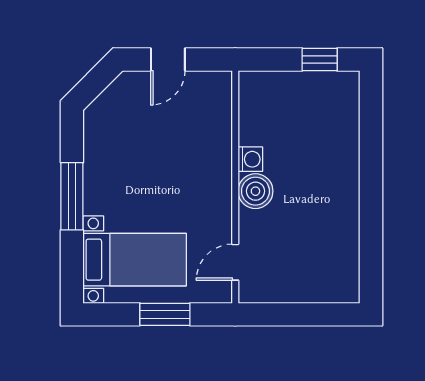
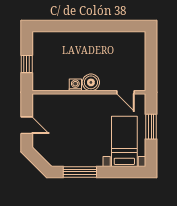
window: (320, 60) -> (27, 64), moved
window: (72, 196) -> (80, 172), moved

